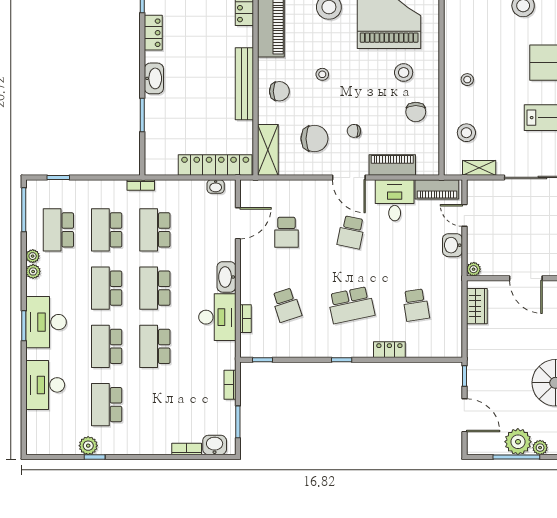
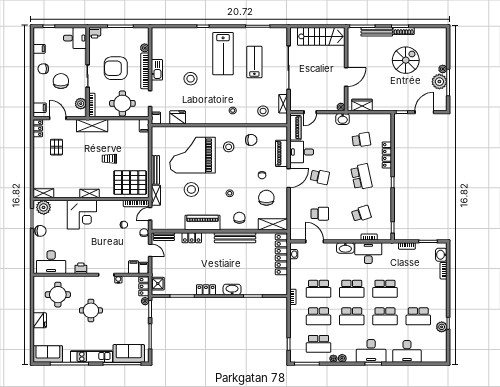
washbasin: (452, 245) -> (343, 119), moved
locker: (389, 350) -> (387, 155), width x1.53

